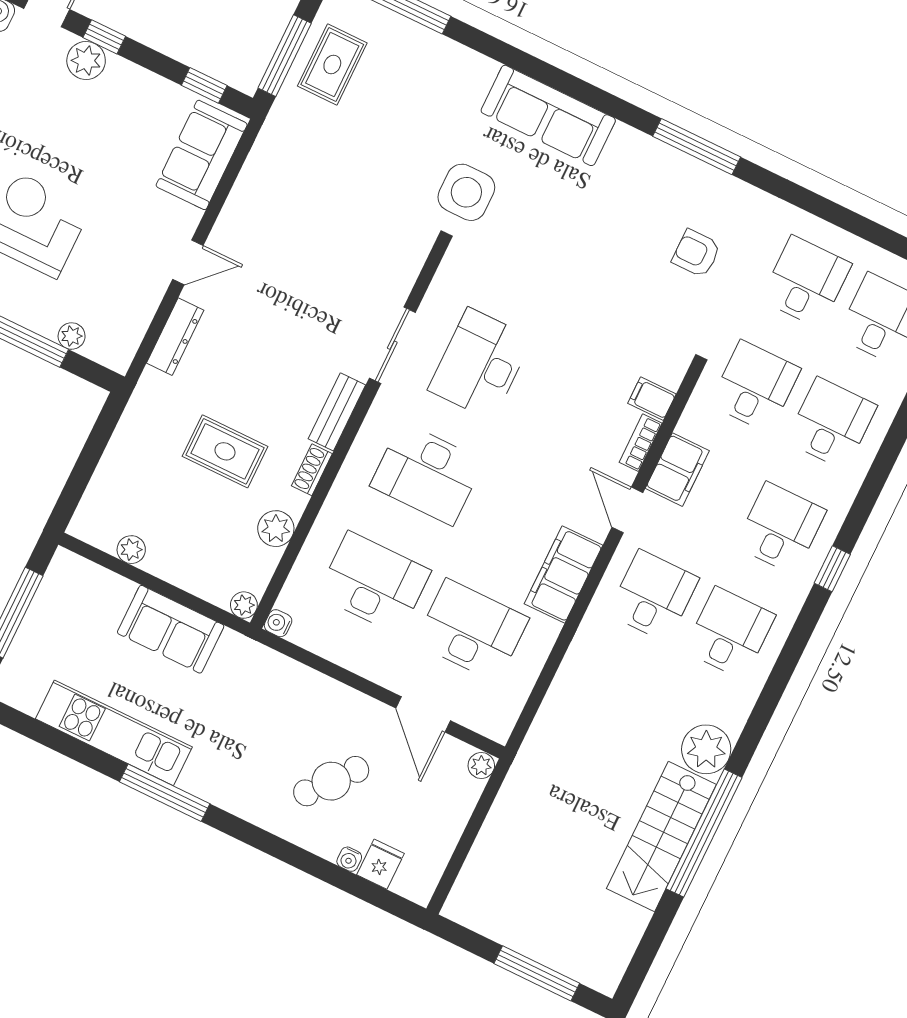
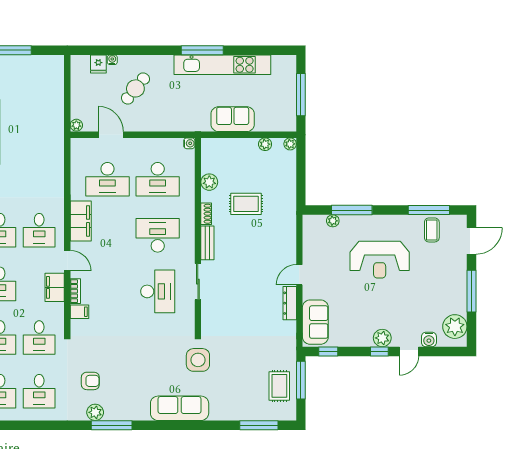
plant: (717, 187) -> (95, 412), added
dresser: (175, 337) -> (290, 303), moved
plant: (244, 605) -> (290, 144), moved
kitchen unit: (114, 733) -> (222, 65), width x1.36

